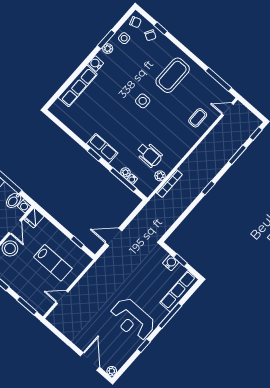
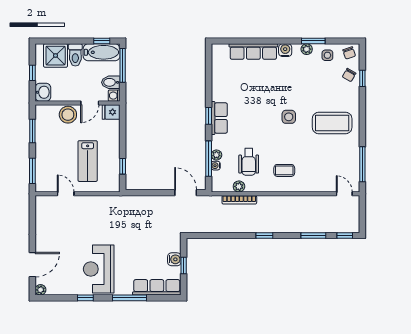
coffee table: (198, 118) -> (284, 170), moved
door: (114, 237) -> (186, 193), moved

